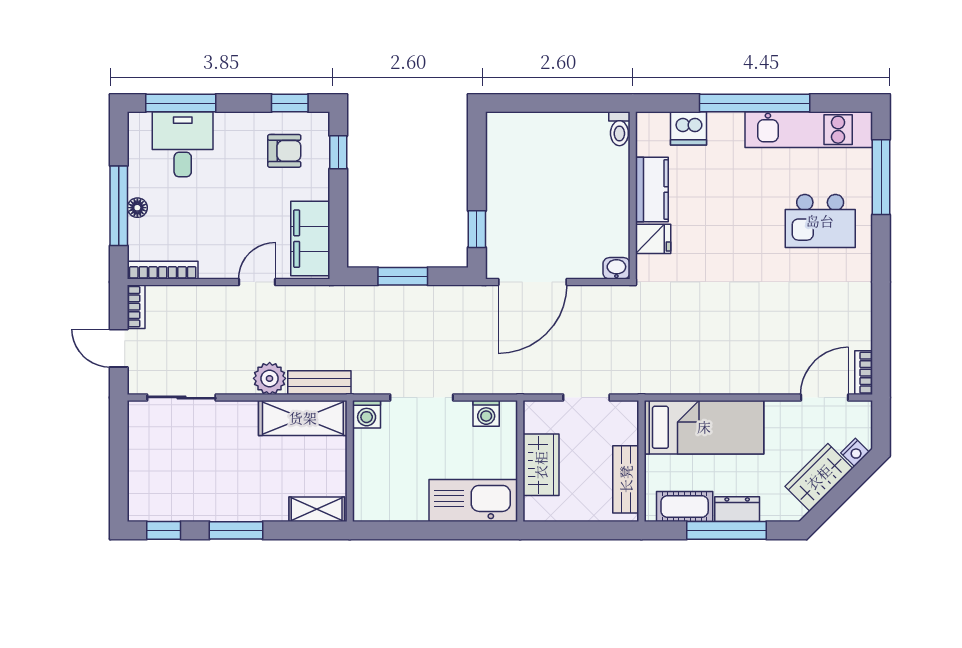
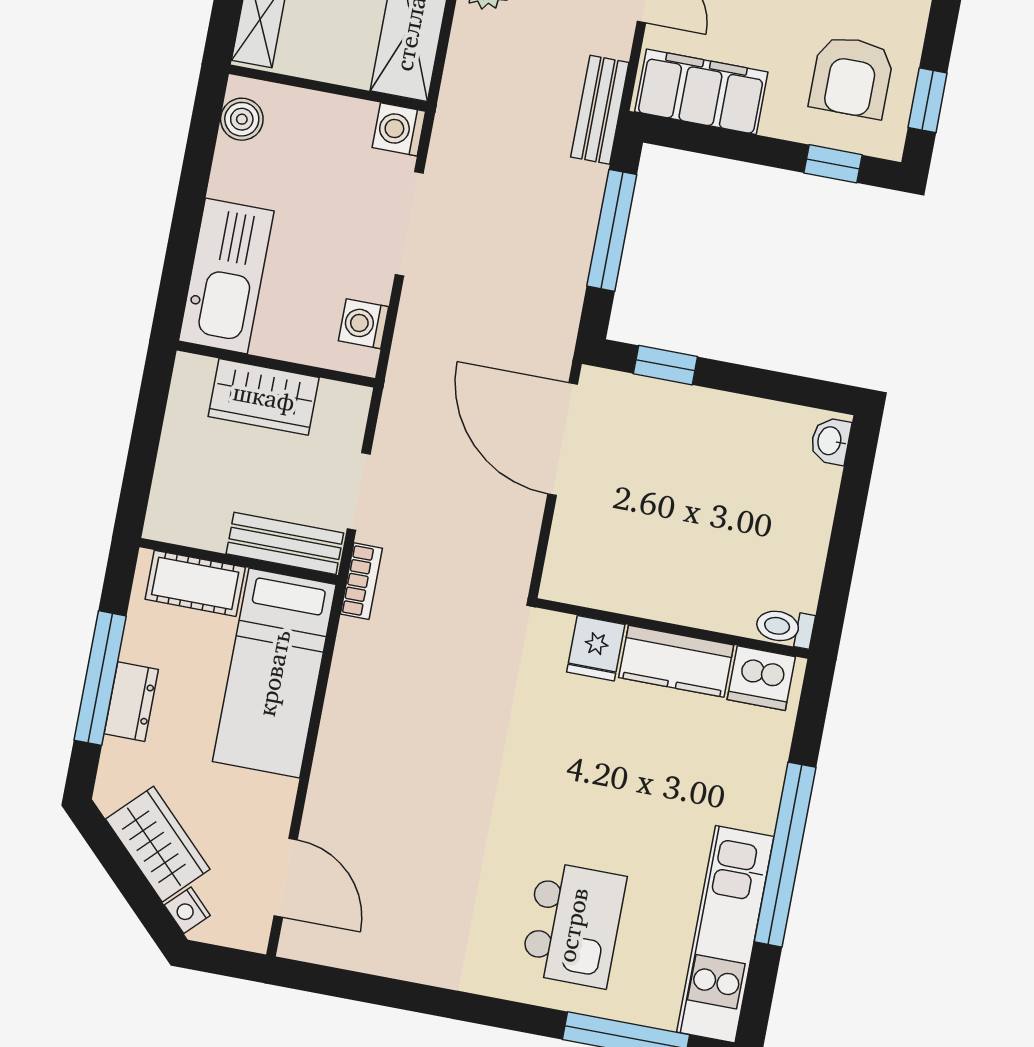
dishwasher: (689, 128) -> (761, 678), moved, turned -90
armchair: (284, 151) -> (852, 77), width x1.38, depth x1.38
kitchen island: (820, 221) -> (573, 925), turned 180
washbasin: (616, 268) -> (830, 441), moved, turned 180
window: (403, 276) -> (612, 230), width x1.44
bookcase: (864, 373) -> (361, 581), moved, turned 90
bench: (319, 383) -> (600, 110), moved
bench: (626, 479) -> (285, 543), moved
cot: (685, 506) -> (195, 583), moved, turned 90
boiler: (378, 509) -> (242, 119), added

